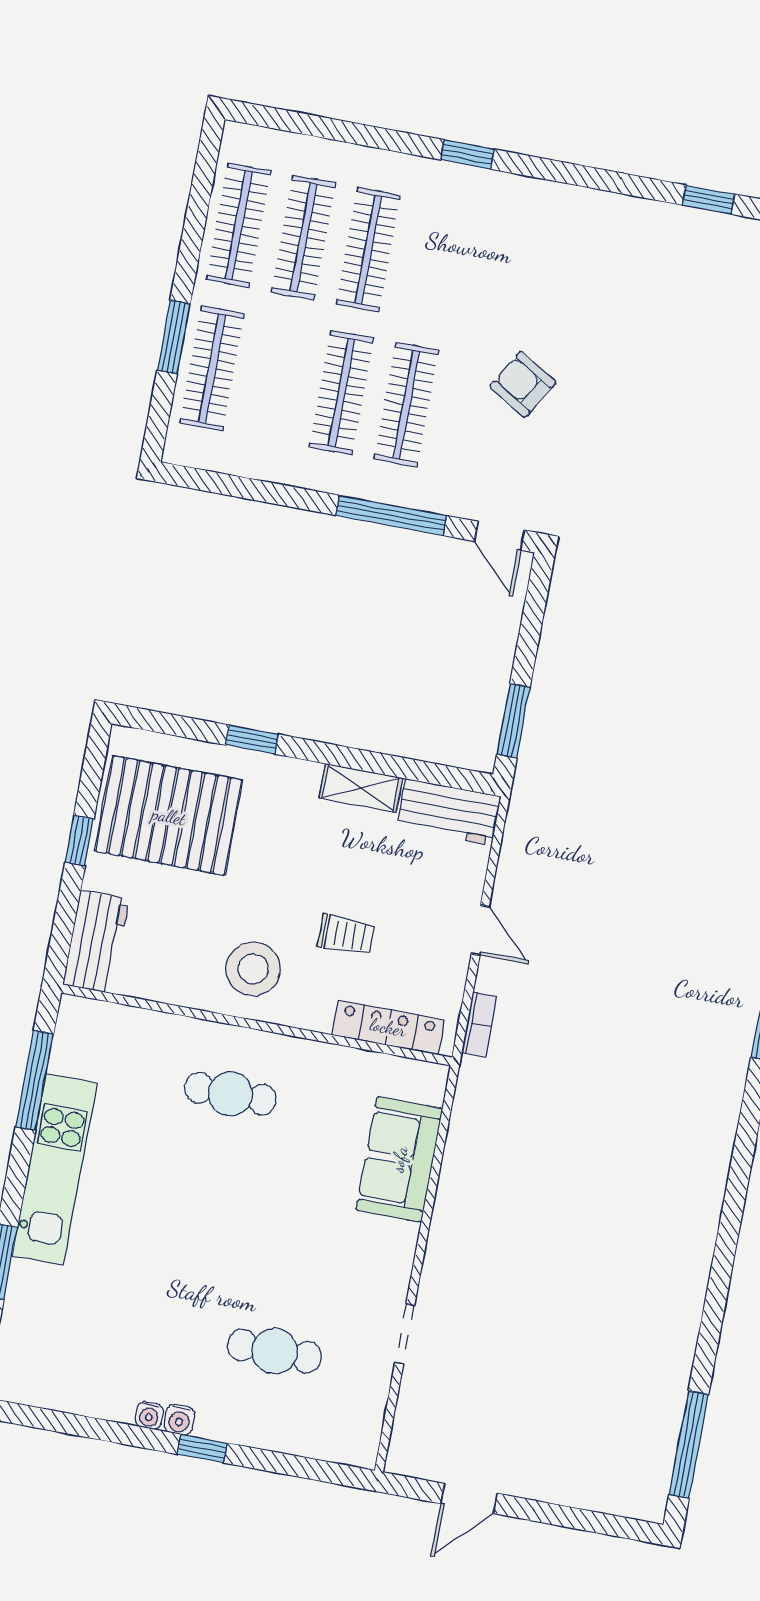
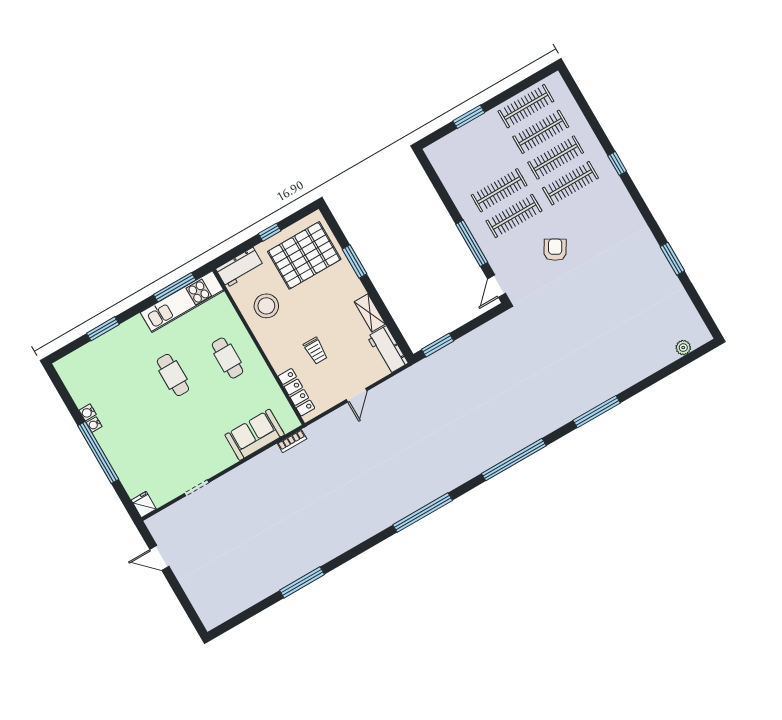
window: (709, 200) -> (672, 259), width x1.50
clothes rail: (212, 368) -> (571, 183), moved
window: (252, 740) -> (355, 262), width x1.50
pallet: (169, 816) -> (304, 255), turned 90
stool: (253, 969) -> (266, 306), moved
bookcase: (479, 1025) -> (292, 441), moved
kitchen unit: (55, 1169) -> (182, 302), moved
cafe table: (274, 1351) -> (173, 375), moved
water cooler: (179, 1420) -> (88, 412), moved
window: (689, 1444) -> (302, 582), moved
fridge: (356, 1447) -> (144, 504), added
window: (202, 1449) -> (98, 452), width x3.17

